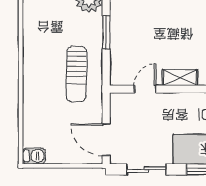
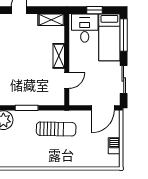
door: (145, 89) -> (67, 80), swing flipped
barbecue: (34, 156) -> (114, 146), moved

